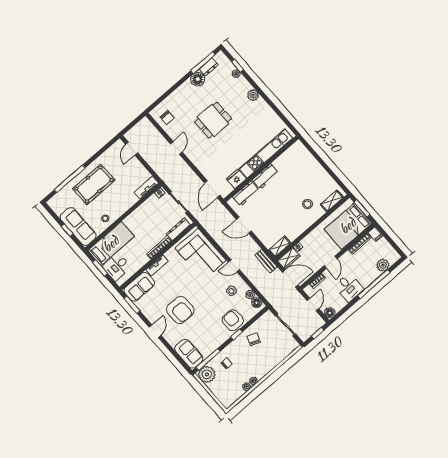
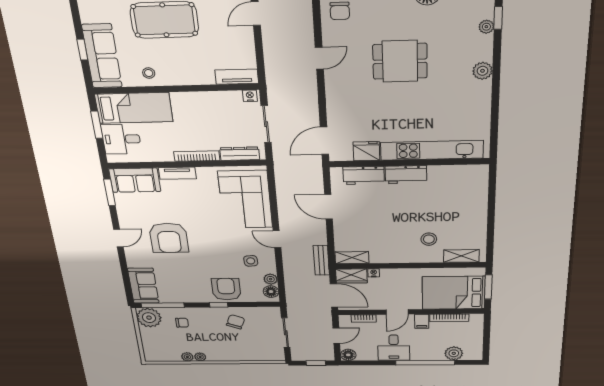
filing cabinet: (375, 234) -> (422, 321), moved

